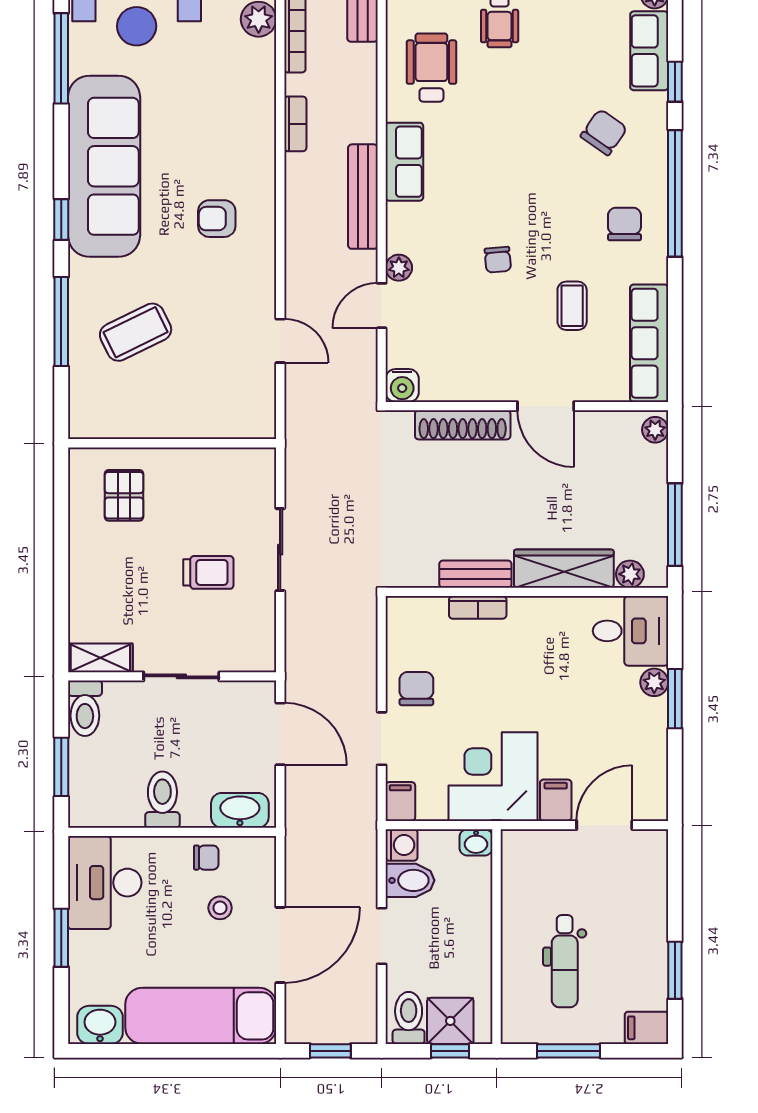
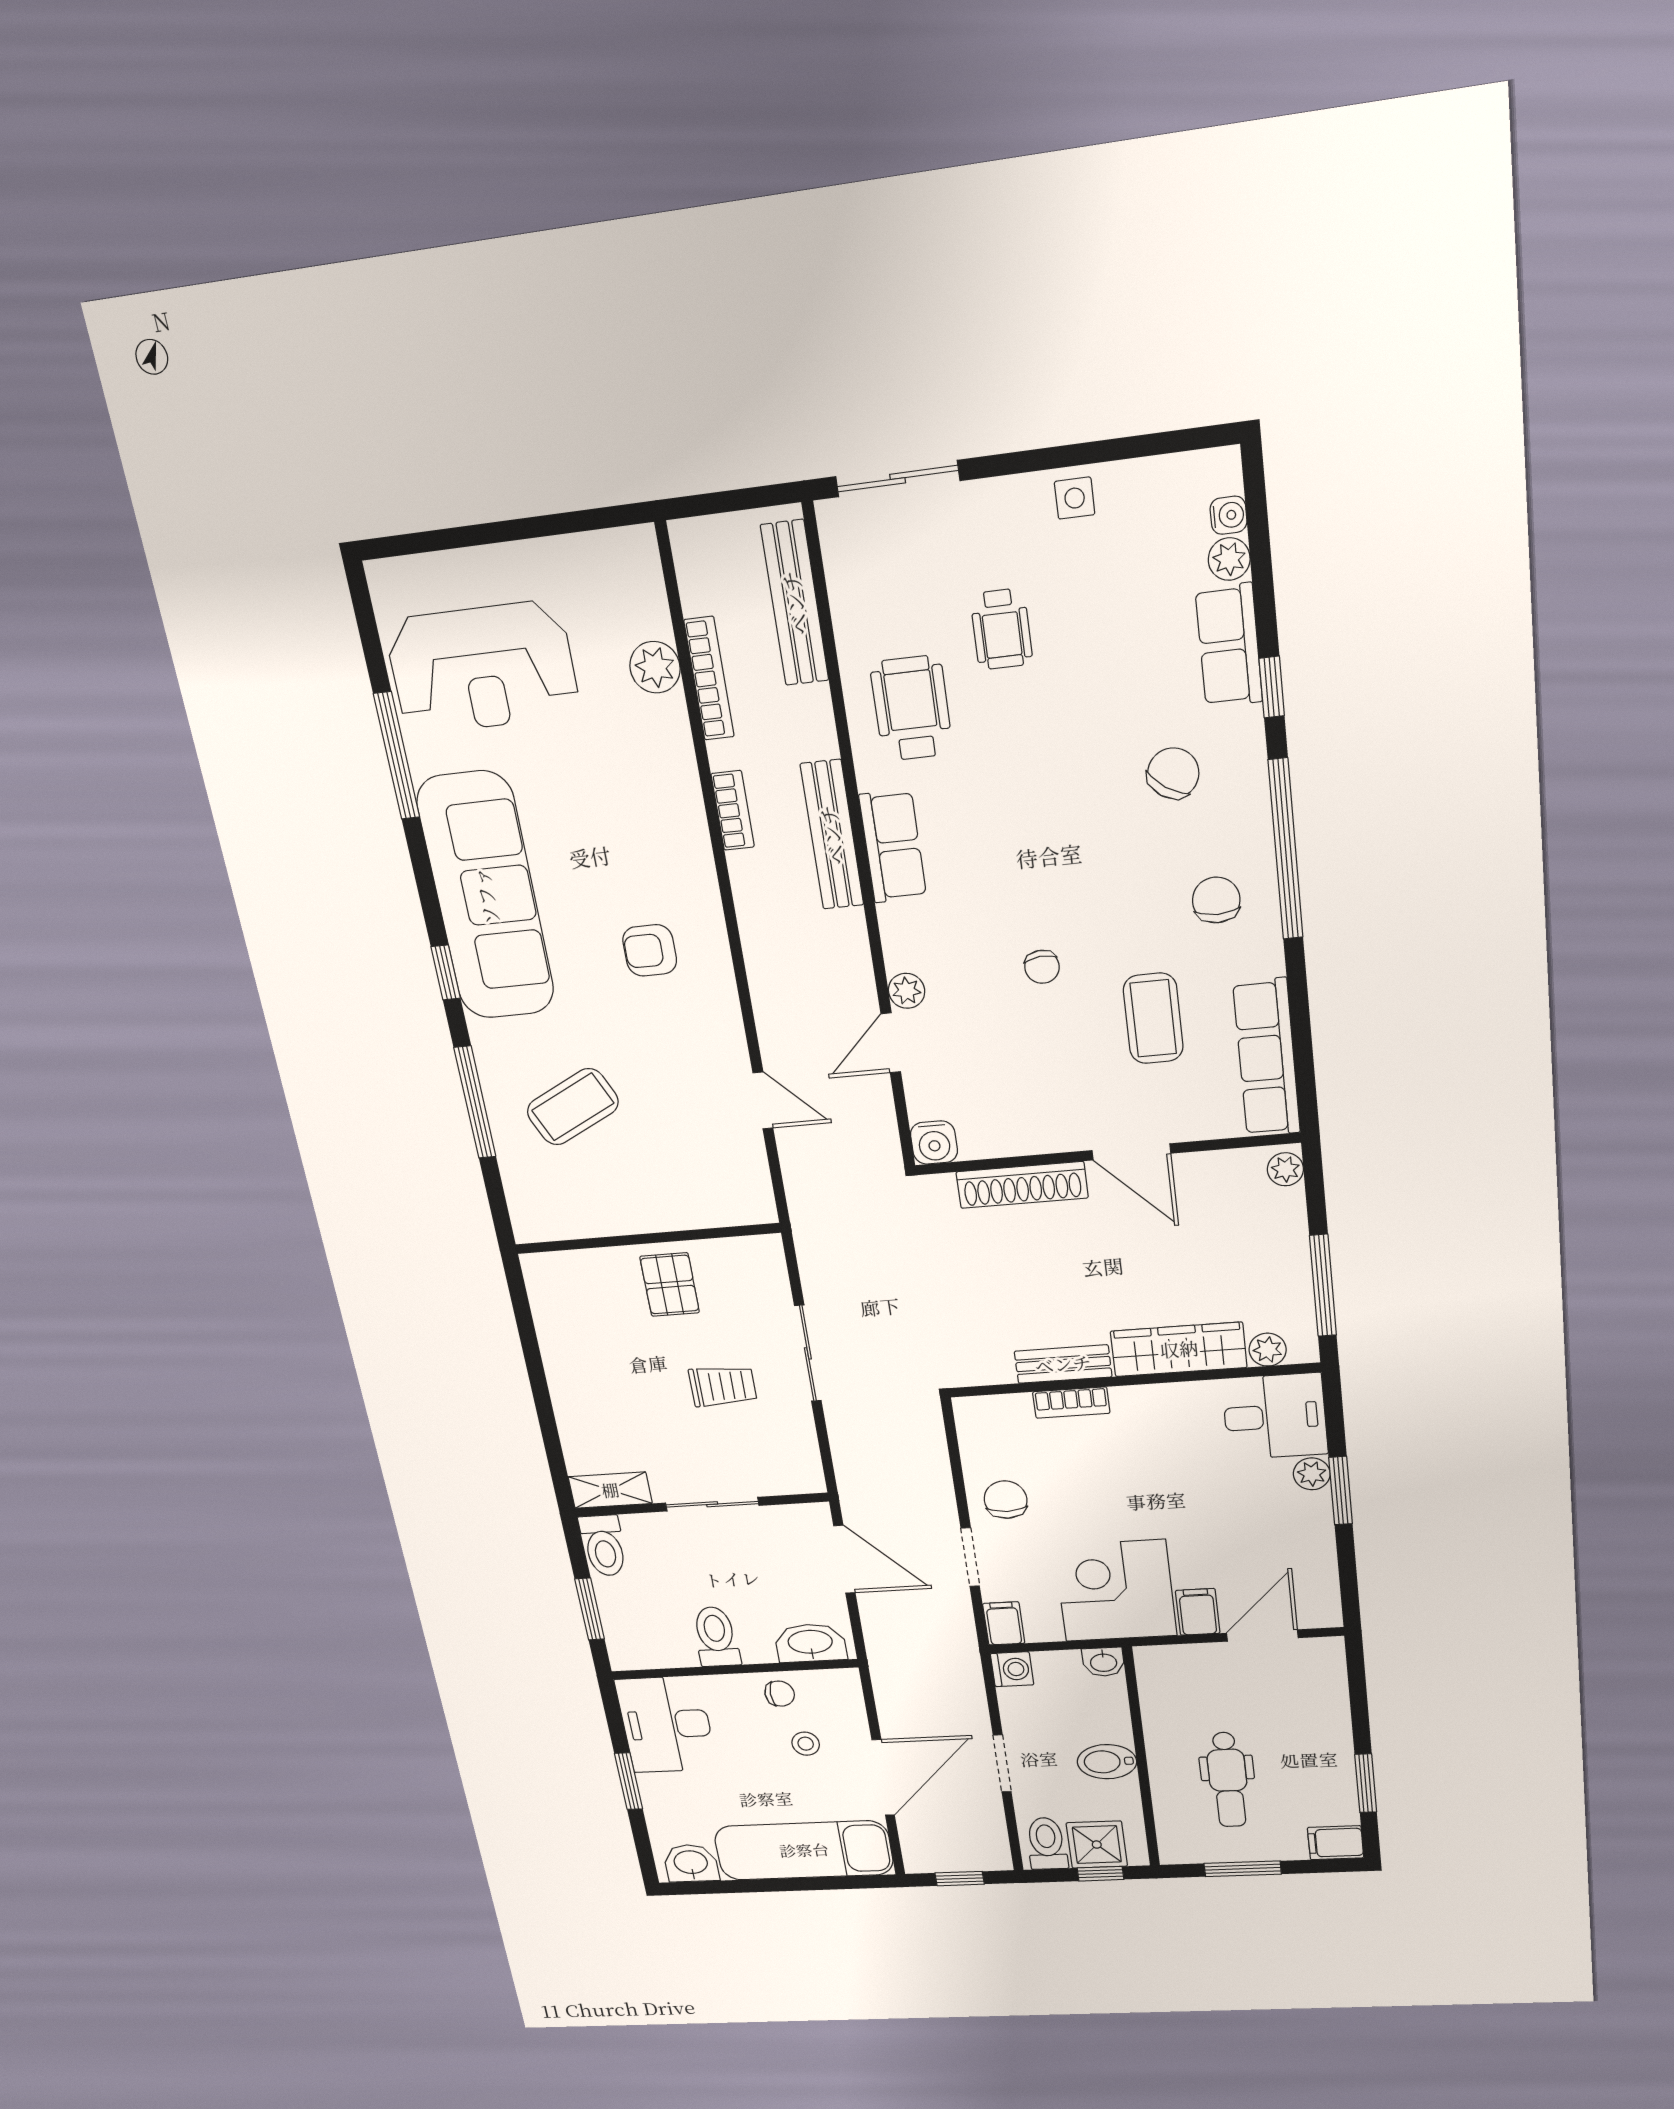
bench: (363, 197) -> (832, 835), moved
coffee table: (572, 306) -> (1153, 1018), width x1.36, depth x1.30
pallet: (124, 495) -> (670, 1285), moved
bidet: (410, 880) -> (1107, 1762), moved, turned 180

